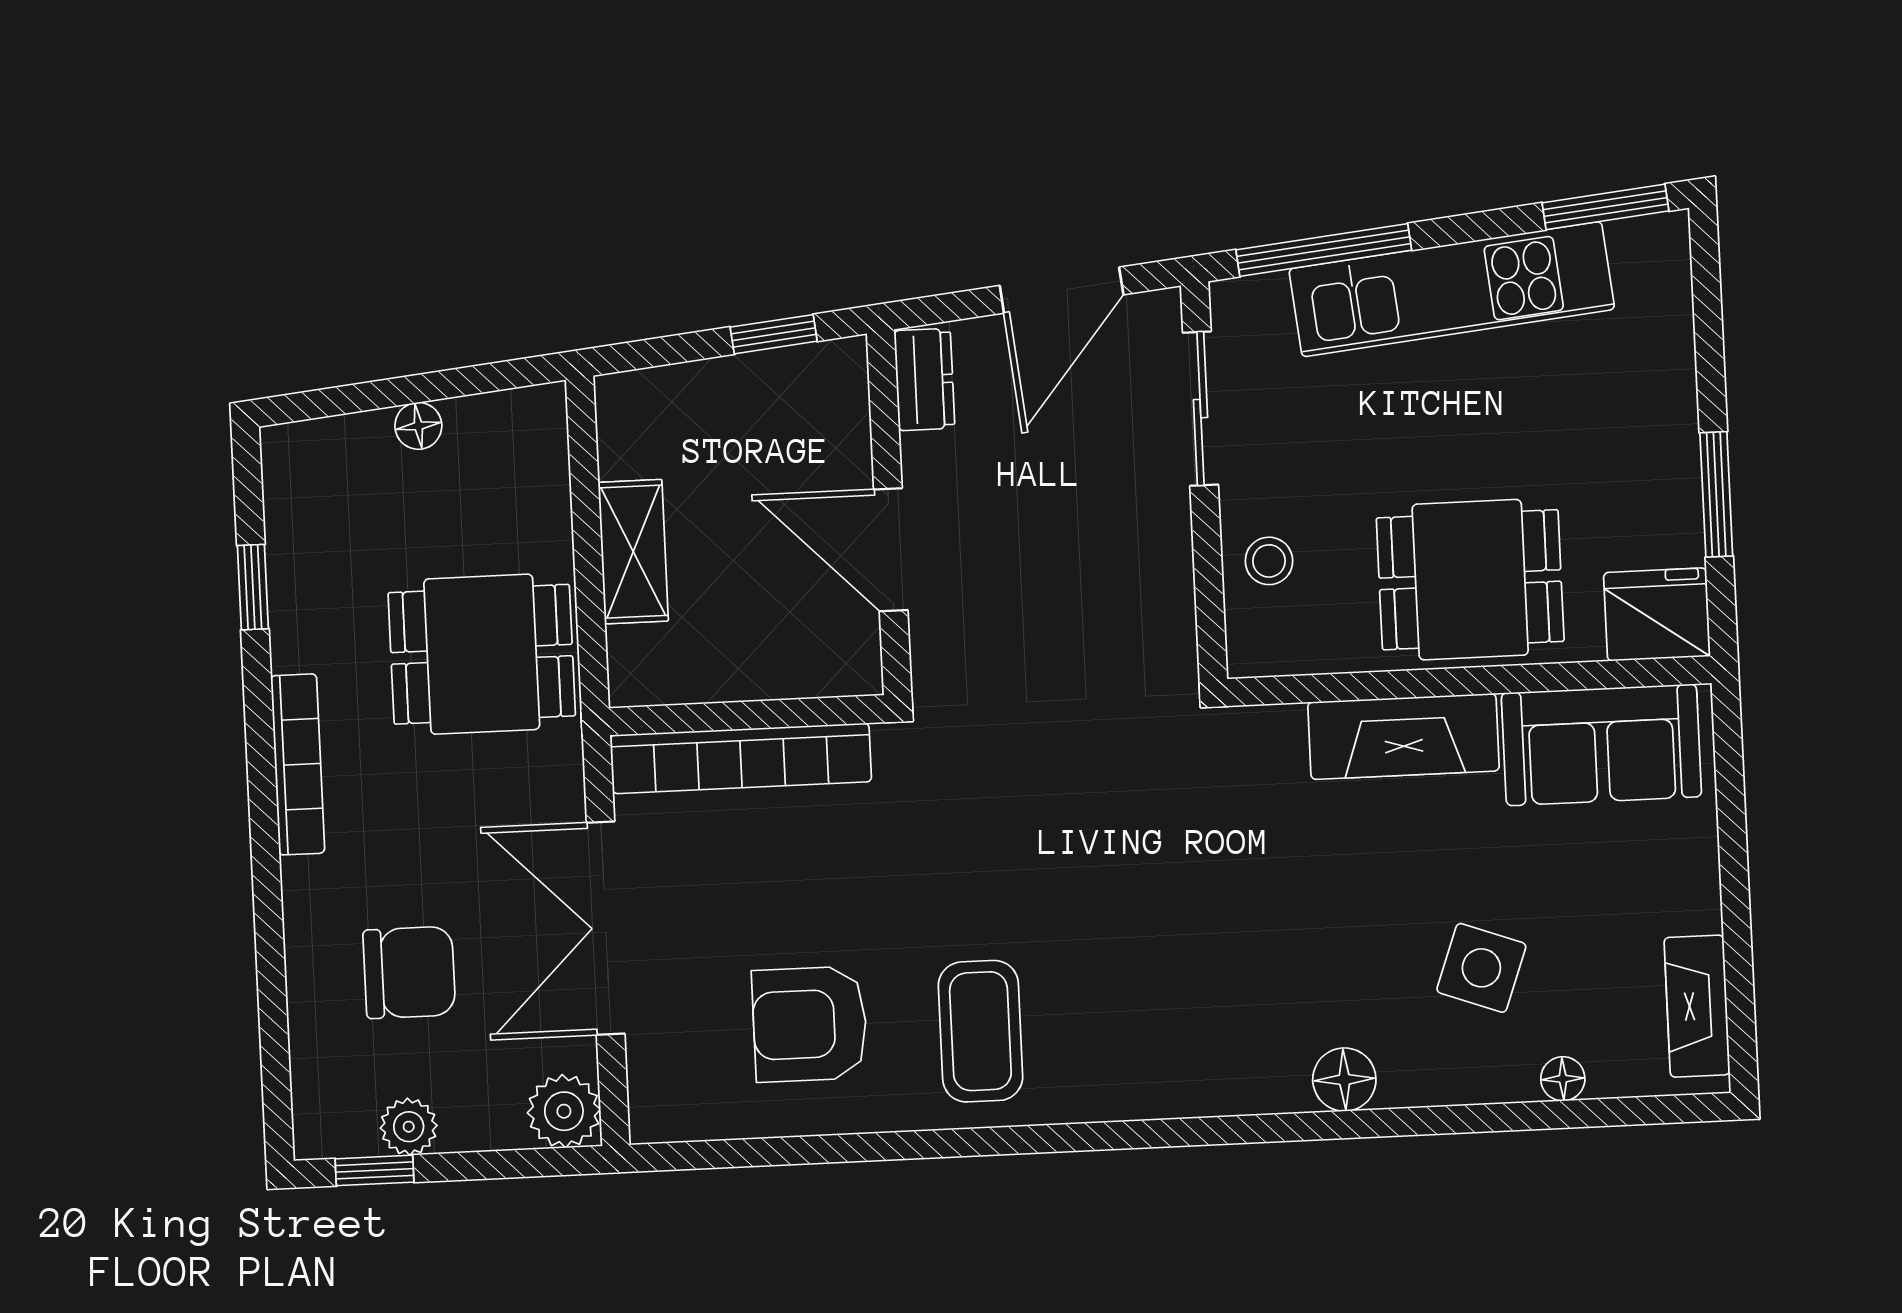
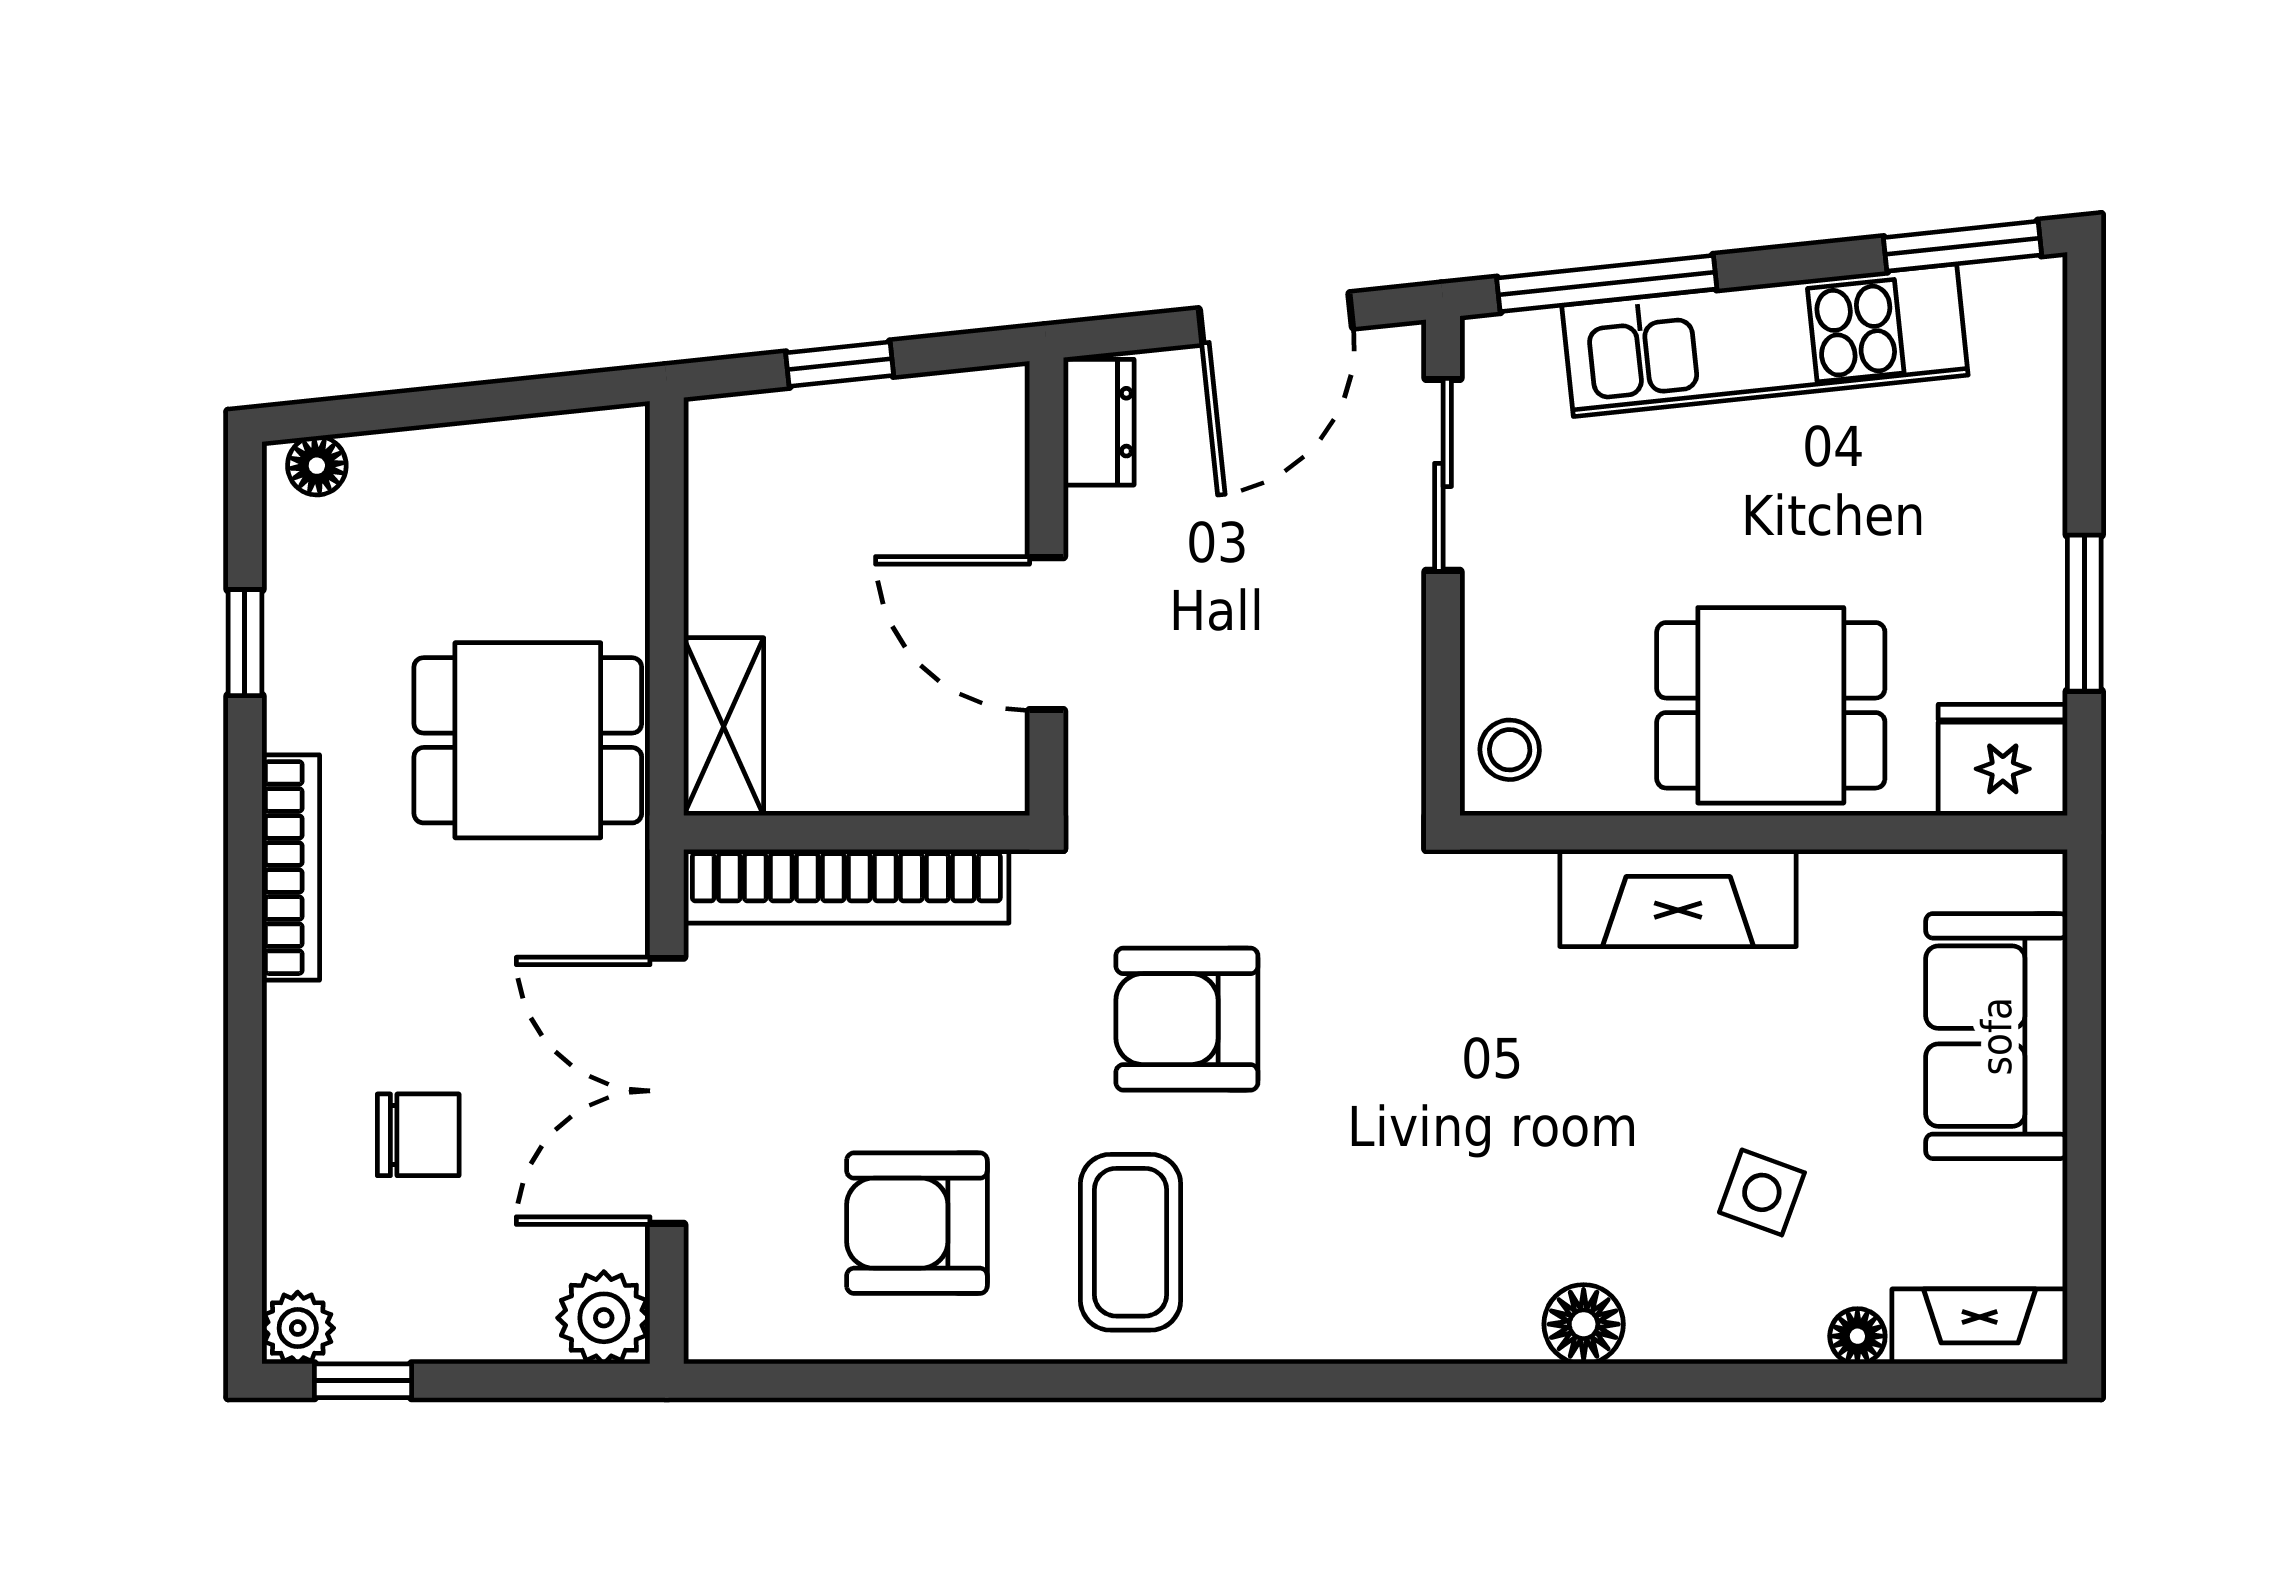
window: (774, 334) -> (840, 364), moved
floor lamp: (418, 426) -> (317, 466), moved
shelving: (633, 552) -> (724, 727), moved
stool: (1269, 561) -> (1510, 750), moved
sofa: (1601, 745) -> (1997, 1036), moved, turned 90
armchair: (1017, 851) -> (1187, 1019), added
side table: (1481, 968) -> (1762, 1192), width x0.73, depth x0.73
chair: (409, 972) -> (418, 1135), width x0.73, depth x0.73
fireplace: (1697, 1006) -> (1980, 1326), moved, turned 90
plant: (409, 1127) -> (298, 1328), moved

